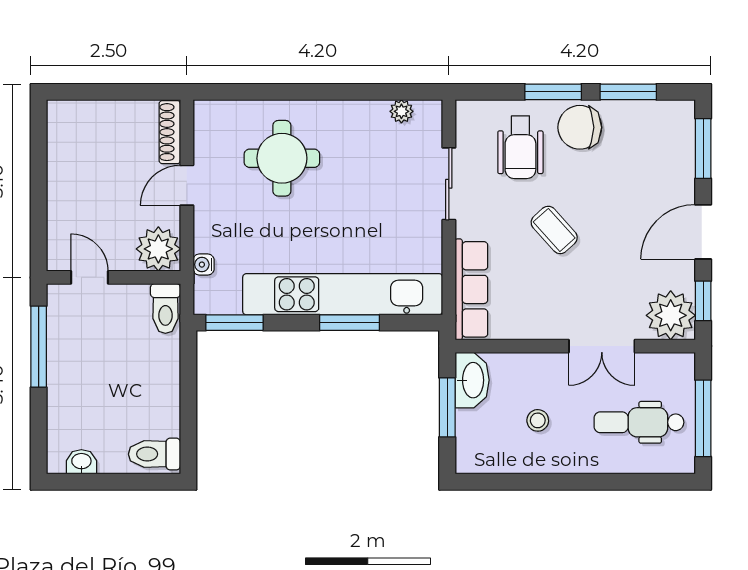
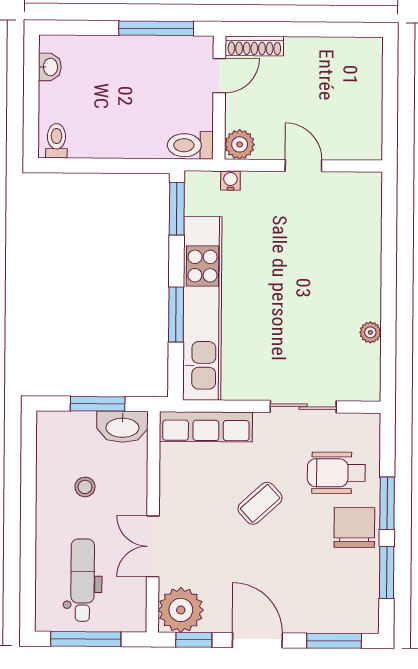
plant: (401, 111) -> (370, 332), moved
shoe rack: (170, 132) -> (254, 46), moved, turned 180
round table: (282, 158) -> (328, 253), removed
plant: (158, 249) -> (240, 144), width x0.73, depth x0.73
toilet: (154, 454) -> (56, 141), width x0.73, depth x0.72

